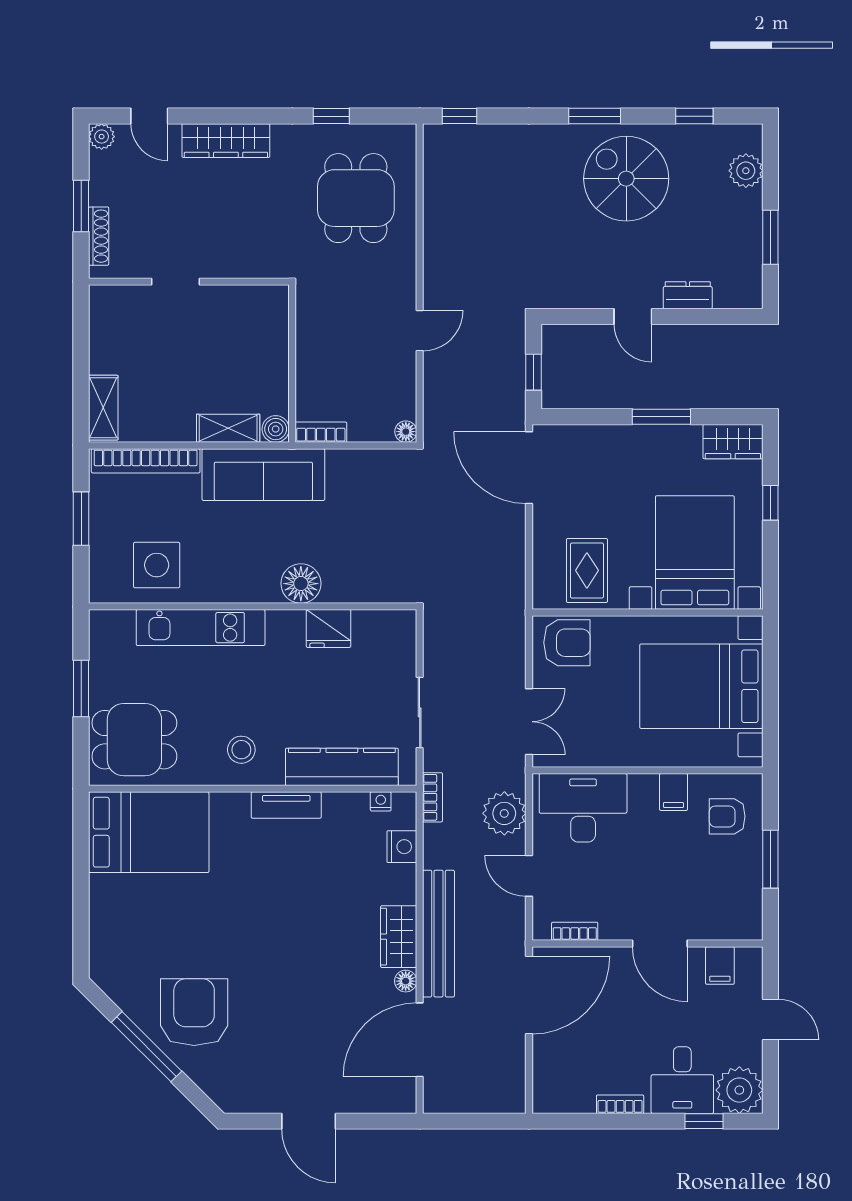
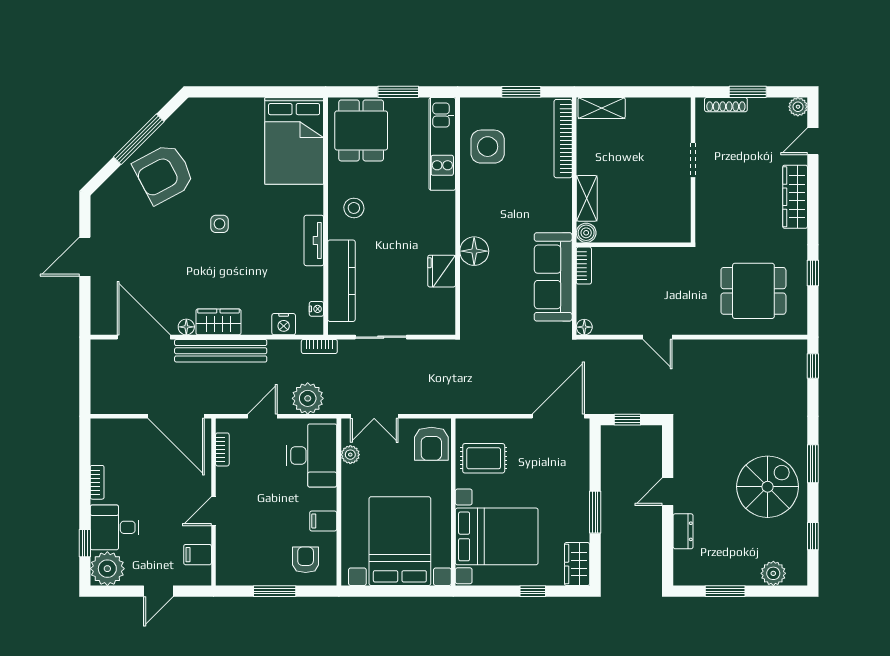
sofa: (263, 475) -> (553, 277), moved
kitchen unit: (201, 628) -> (442, 144), moved
plant: (582, 755) -> (350, 455), added
side table: (263, 935) -> (219, 224), added
door: (660, 943) -> (213, 511), width x0.73
armchair: (194, 1012) -> (164, 174), turned 152

